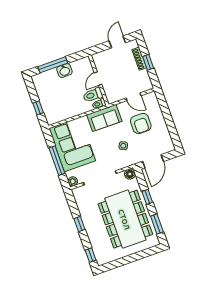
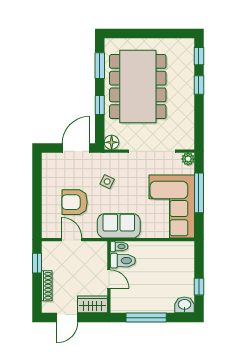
wardrobe: (103, 57) -> (93, 304), added
window: (148, 62) -> (37, 263), moved
window: (53, 65) -> (146, 318), moved
washbasin: (64, 71) -> (184, 305), moved
door: (98, 79) -> (109, 279), hinge flipped
window: (38, 108) -> (199, 287), moved
armchair: (141, 123) -> (75, 202), turned -90
window: (79, 224) -> (199, 85), moved

